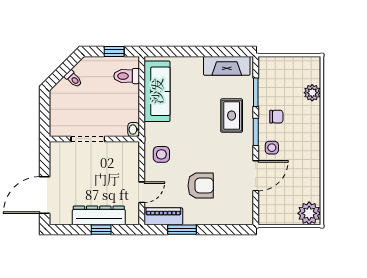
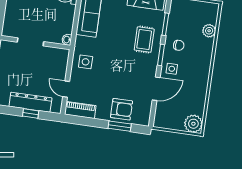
armchair: (201, 186) -> (122, 109), moved
door: (142, 192) -> (66, 89), swing flipped
window: (182, 230) -> (120, 126), moved

